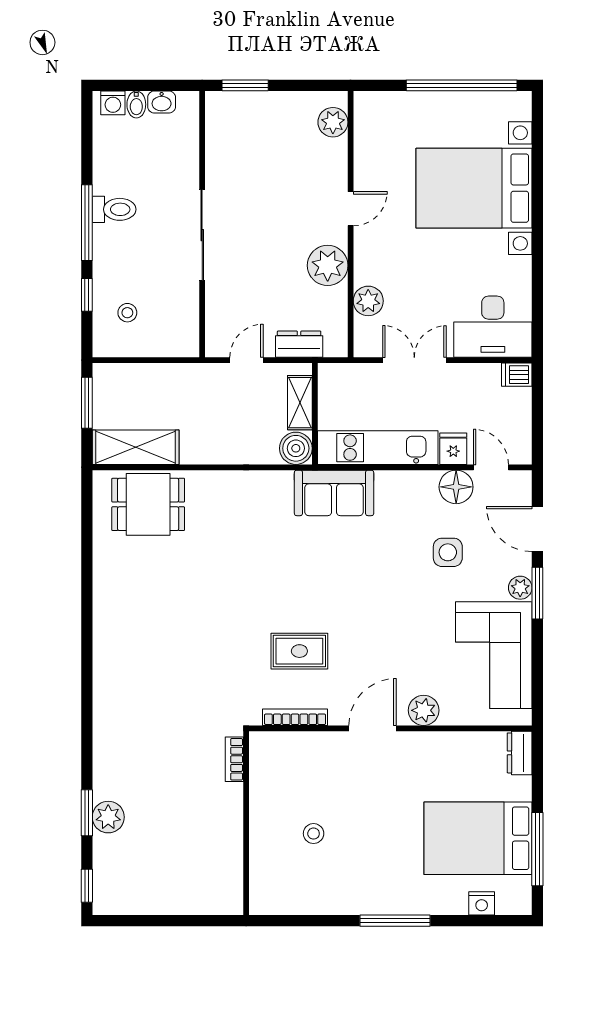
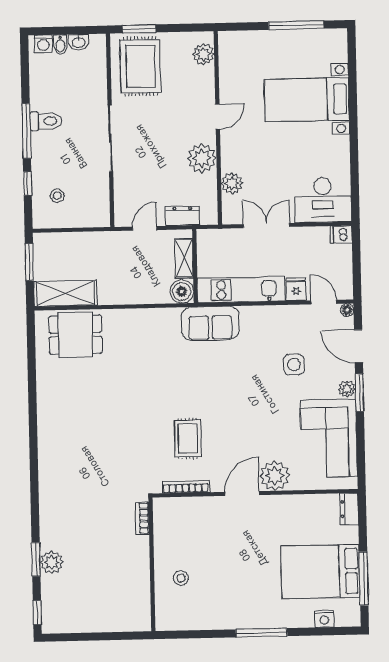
window: (462, 85) -> (296, 25), width x0.68
rug: (246, 137) -> (140, 66), added
bed with nightstands: (474, 188) -> (307, 100), width x0.73
floor lamp: (456, 487) -> (347, 310), moved, width x0.53, depth x0.53
rug: (299, 651) -> (188, 439), turned 90
plant: (424, 710) -> (275, 476), width x1.36, depth x1.36
stool: (314, 834) -> (181, 578), moved

